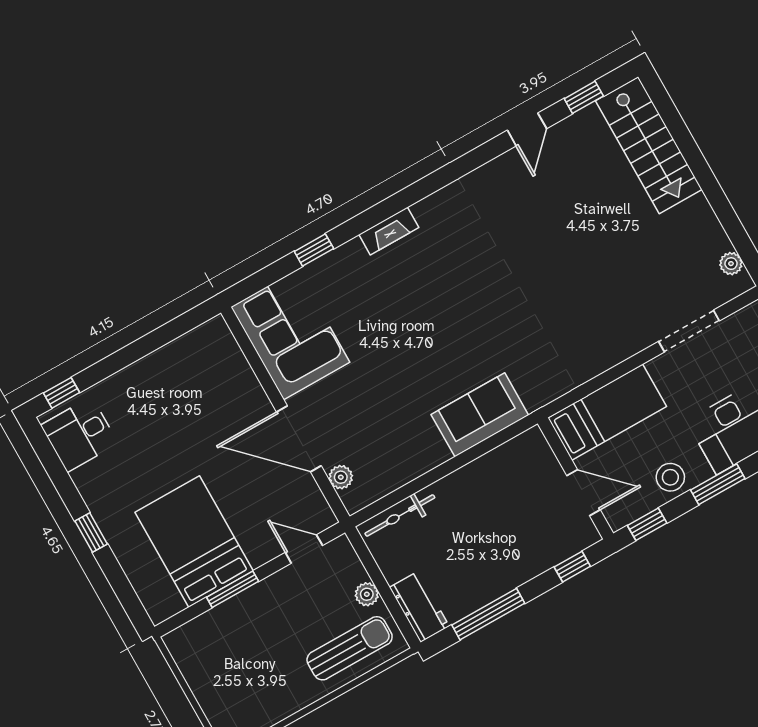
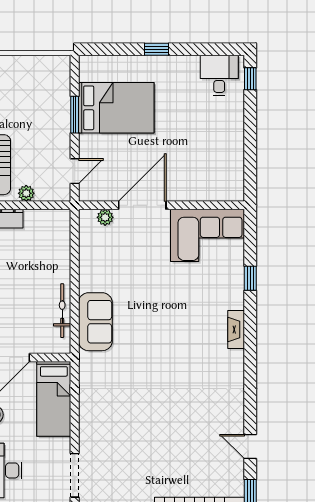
bicycle: (400, 516) -> (62, 311), moved

